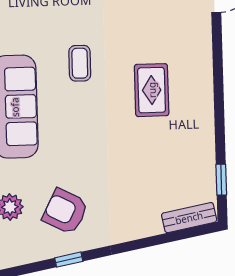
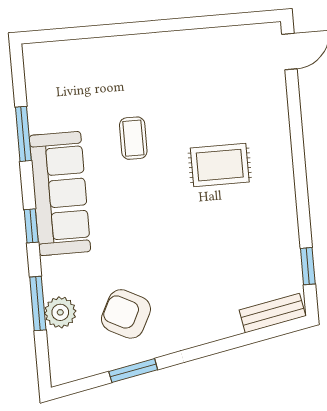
rug: (152, 90) -> (220, 165), turned 90
window: (69, 260) -> (133, 371), width x1.50

